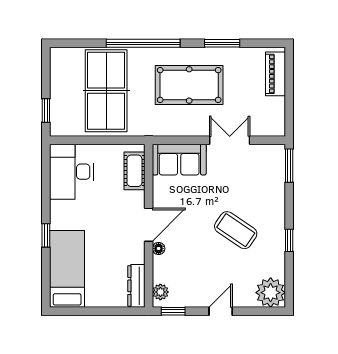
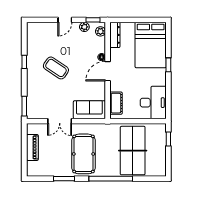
piano: (276, 74) -> (32, 147), moved
pool table: (189, 85) -> (83, 154), turned 90
bed: (67, 269) -> (151, 45), width x1.50
plant: (271, 293) -> (84, 27), moved, width x0.53, depth x0.53

